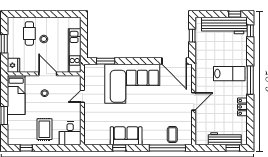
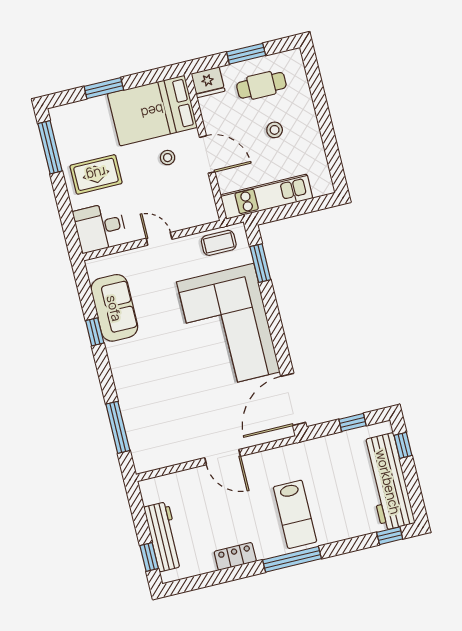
window: (235, 14) -> (403, 445), moved
cafe table: (29, 33) -> (261, 85), moved
door: (48, 74) -> (207, 155), hinge flipped
bed: (16, 95) -> (152, 111), width x1.50
door: (82, 96) -> (159, 239), moved
coffee table: (172, 135) -> (219, 243), moved
sofa: (126, 136) -> (114, 308), moved
window: (26, 148) -> (50, 147), width x2.17
window: (167, 148) -> (118, 427), width x0.68

